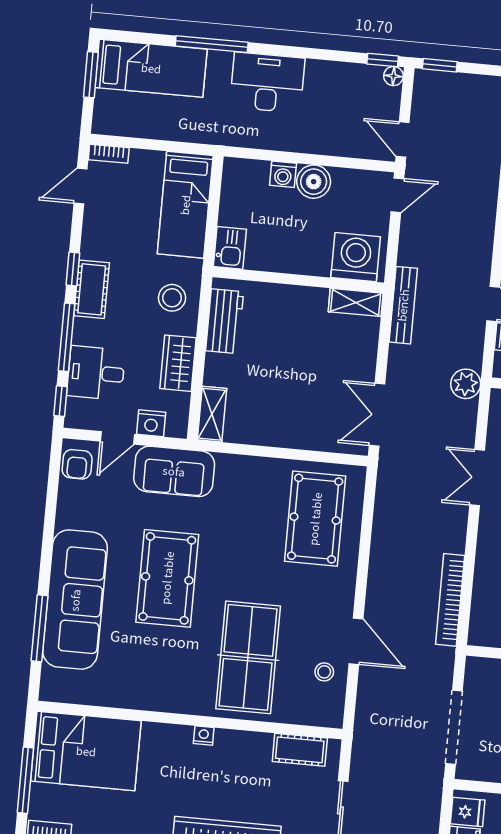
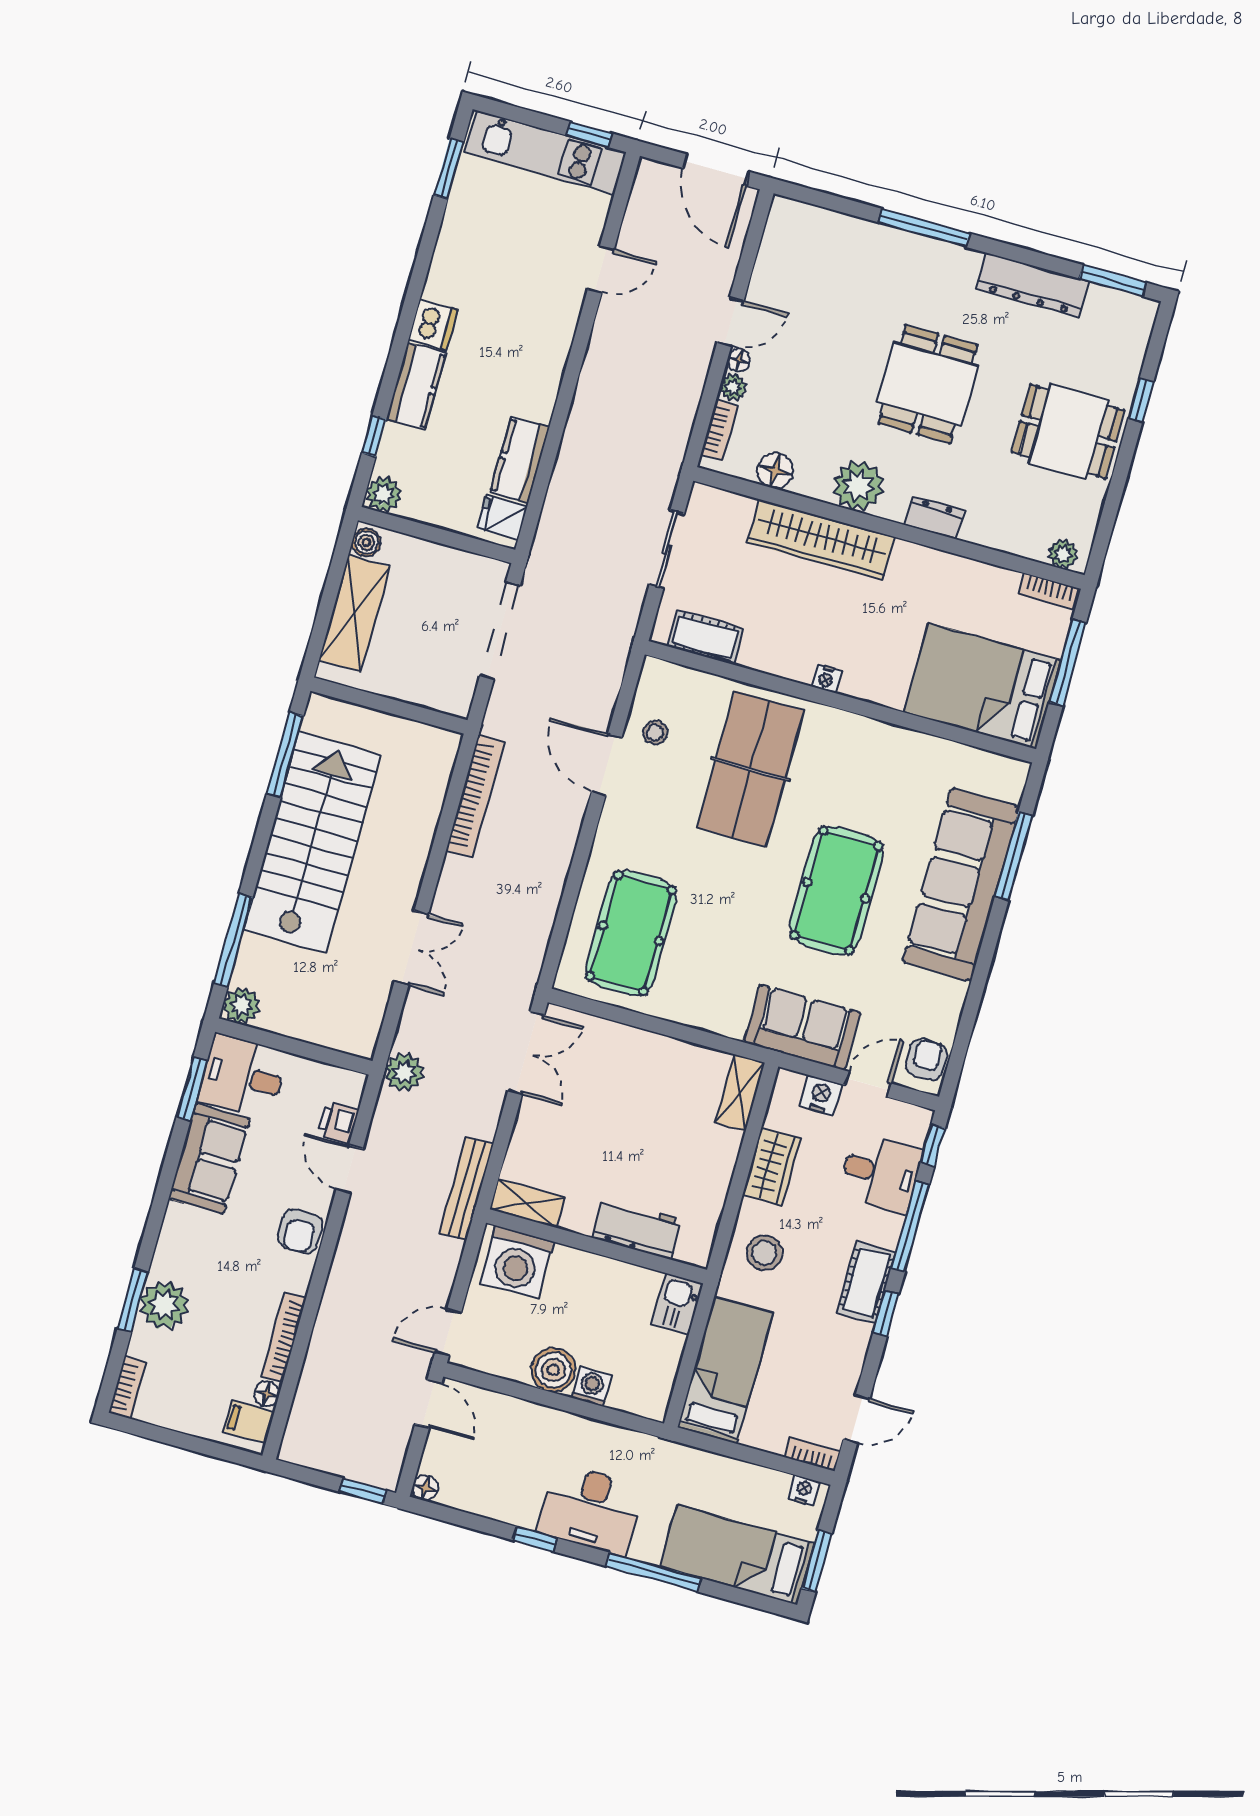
window: (383, 60) -> (535, 1539), moved
nightstand: (110, 126) -> (804, 1490), added
workbench: (225, 321) -> (637, 1228), moved, turned 90

